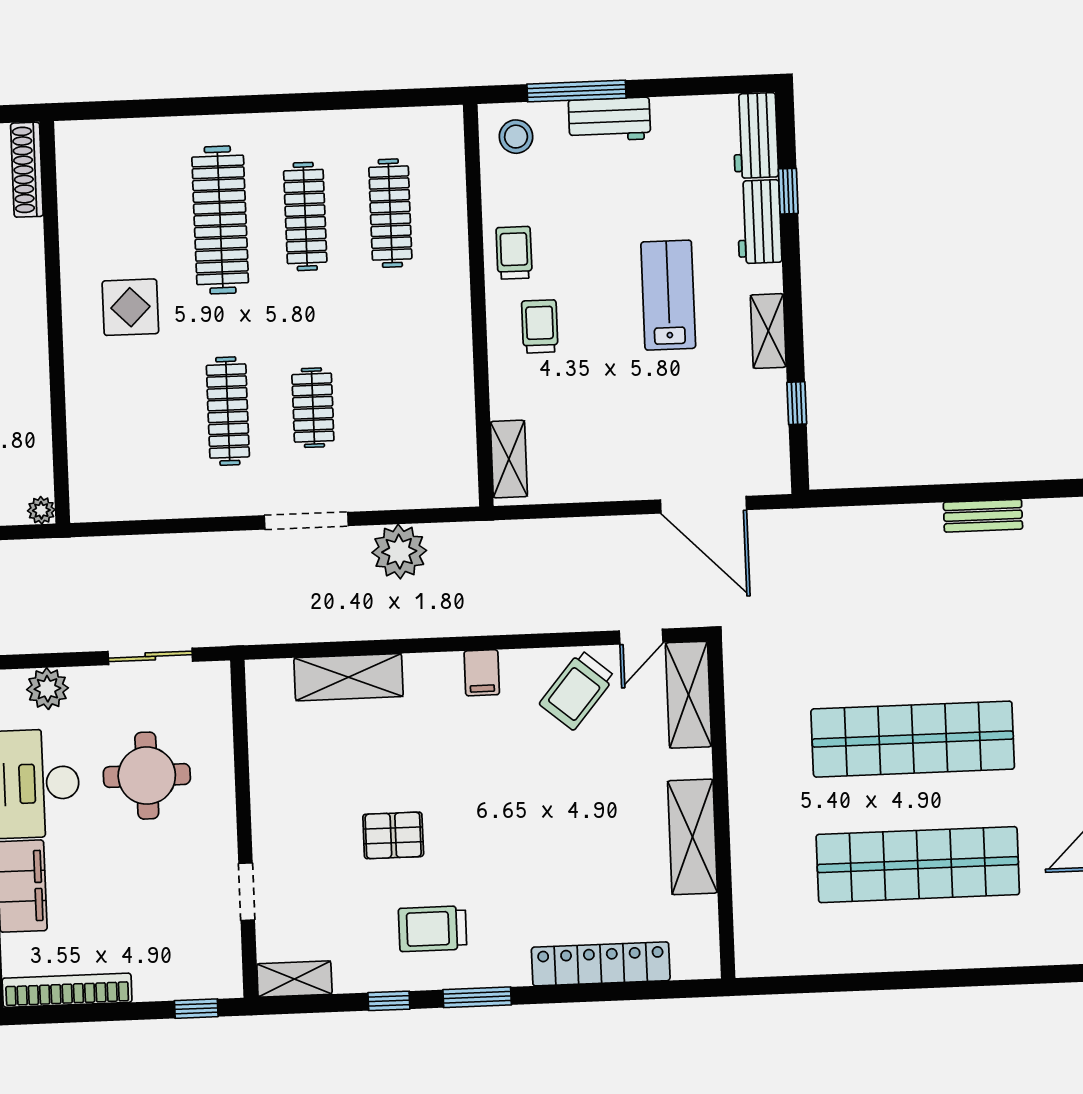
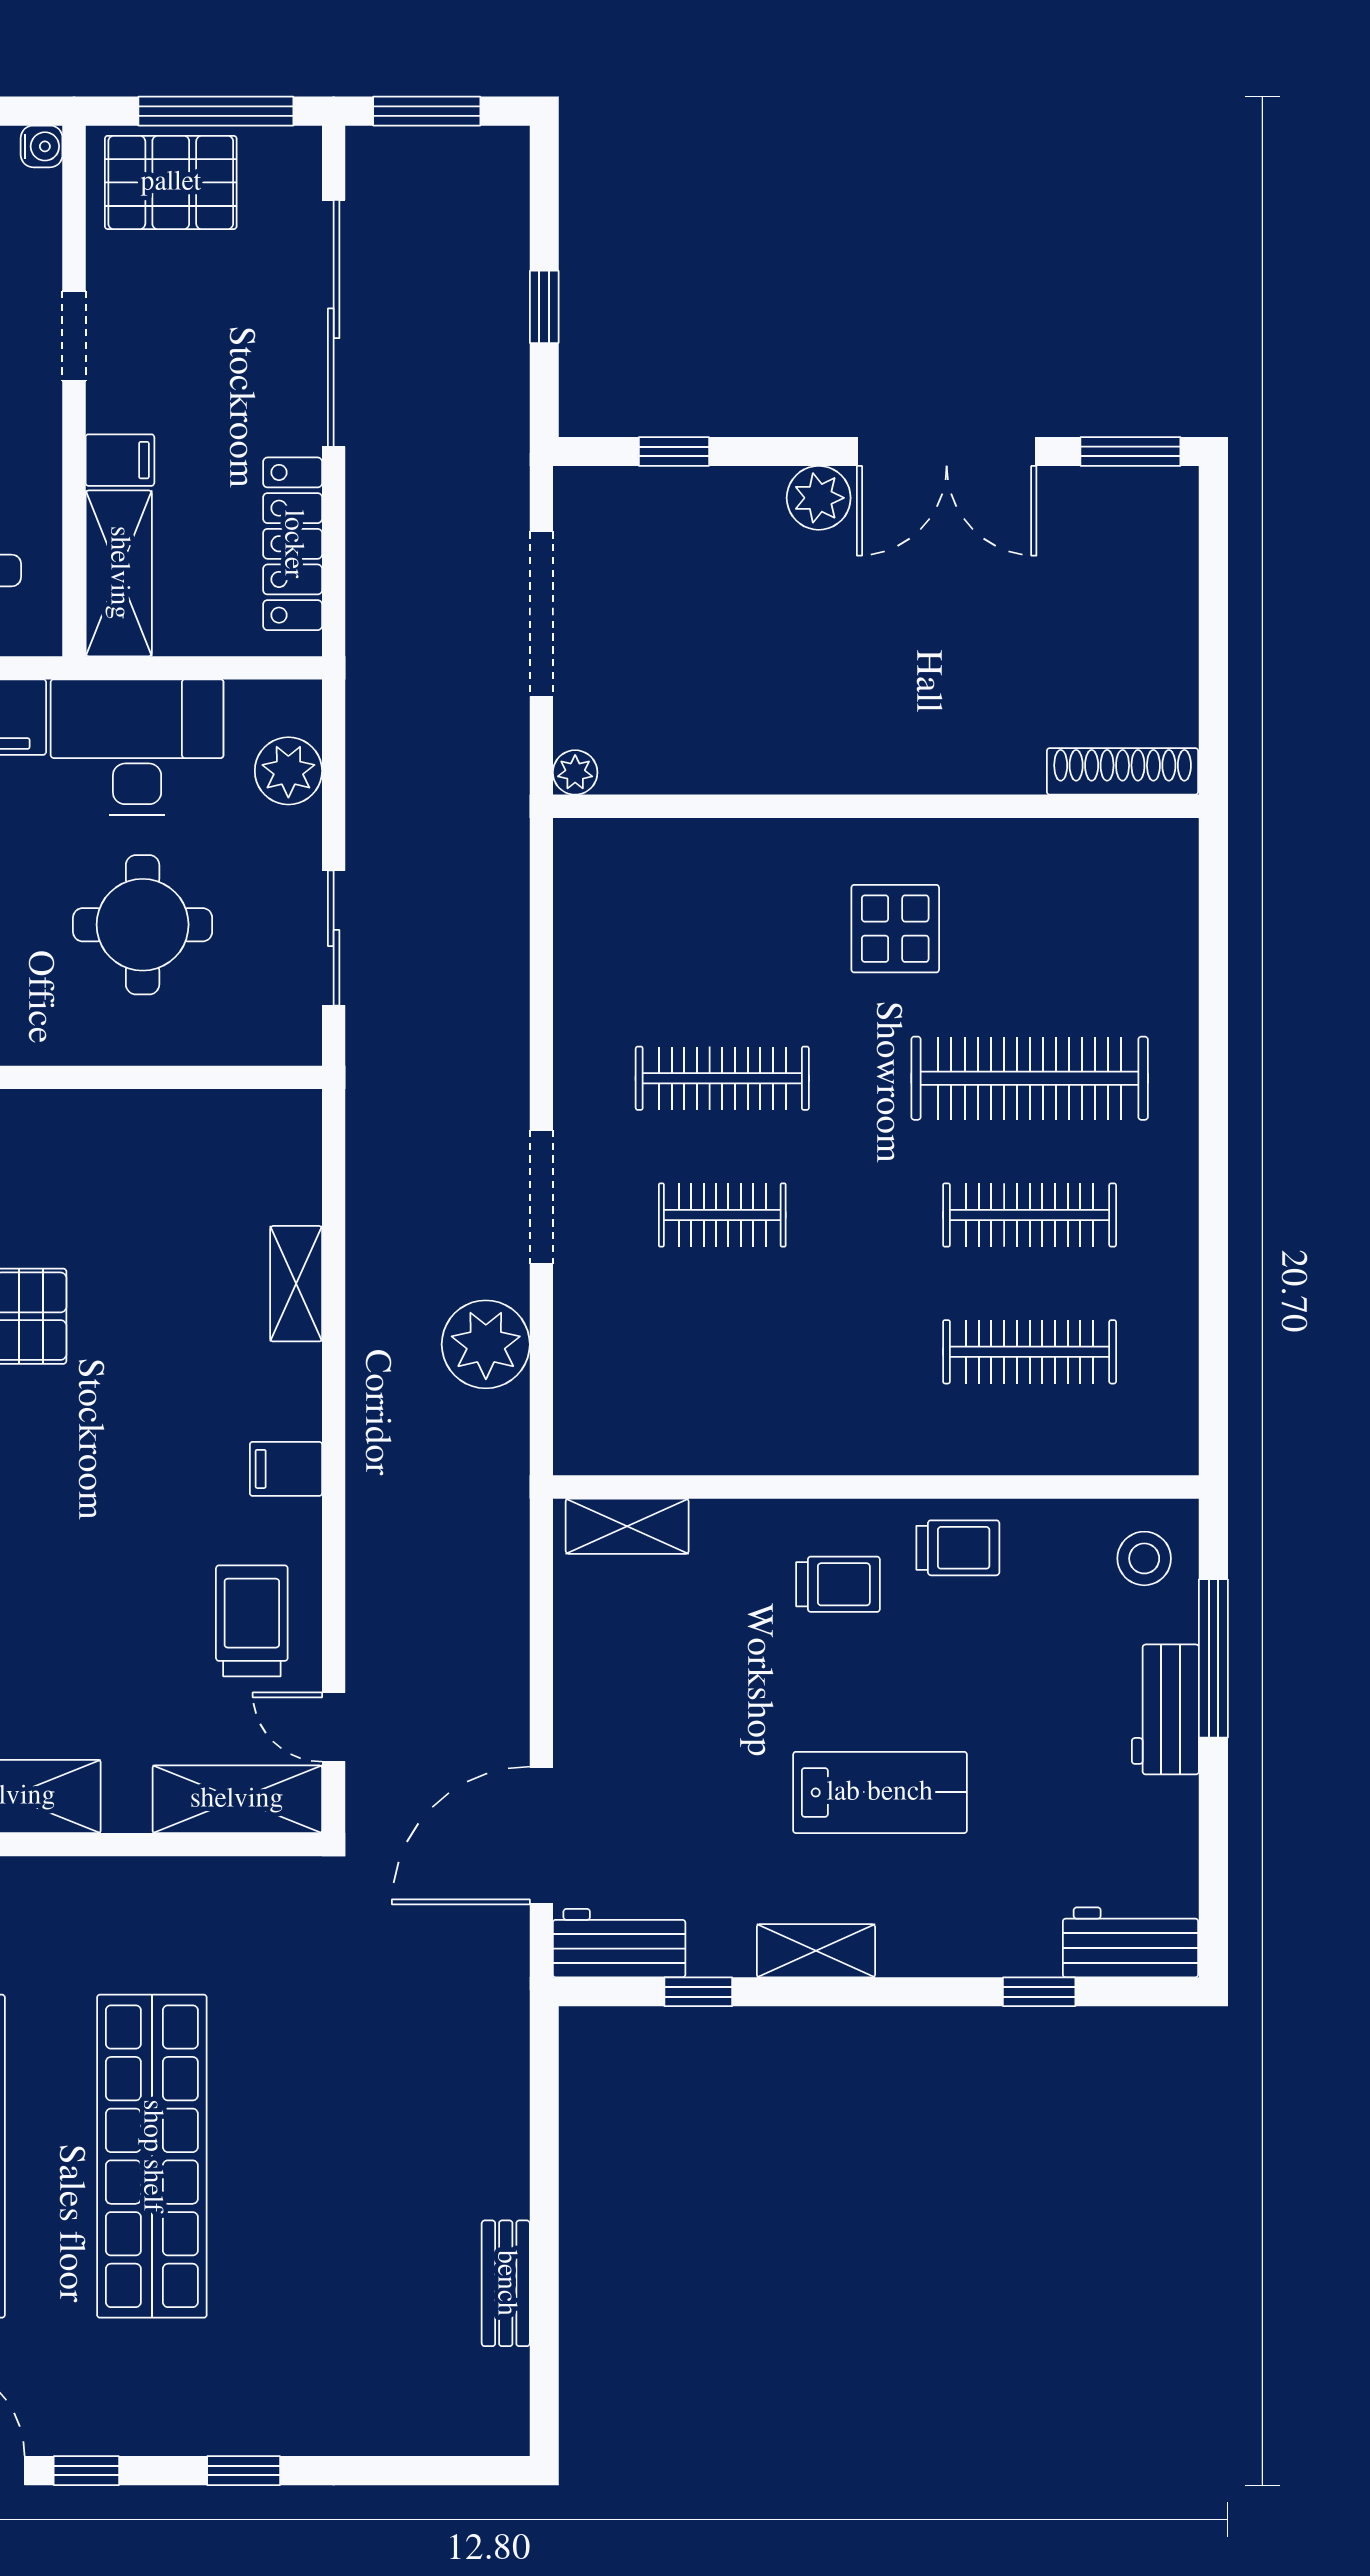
workbench: (759, 222) -> (619, 1943), moved
shelving: (349, 677) -> (296, 1284), width x0.67, depth x0.75
trolley: (577, 690) -> (252, 1621), turned 50

